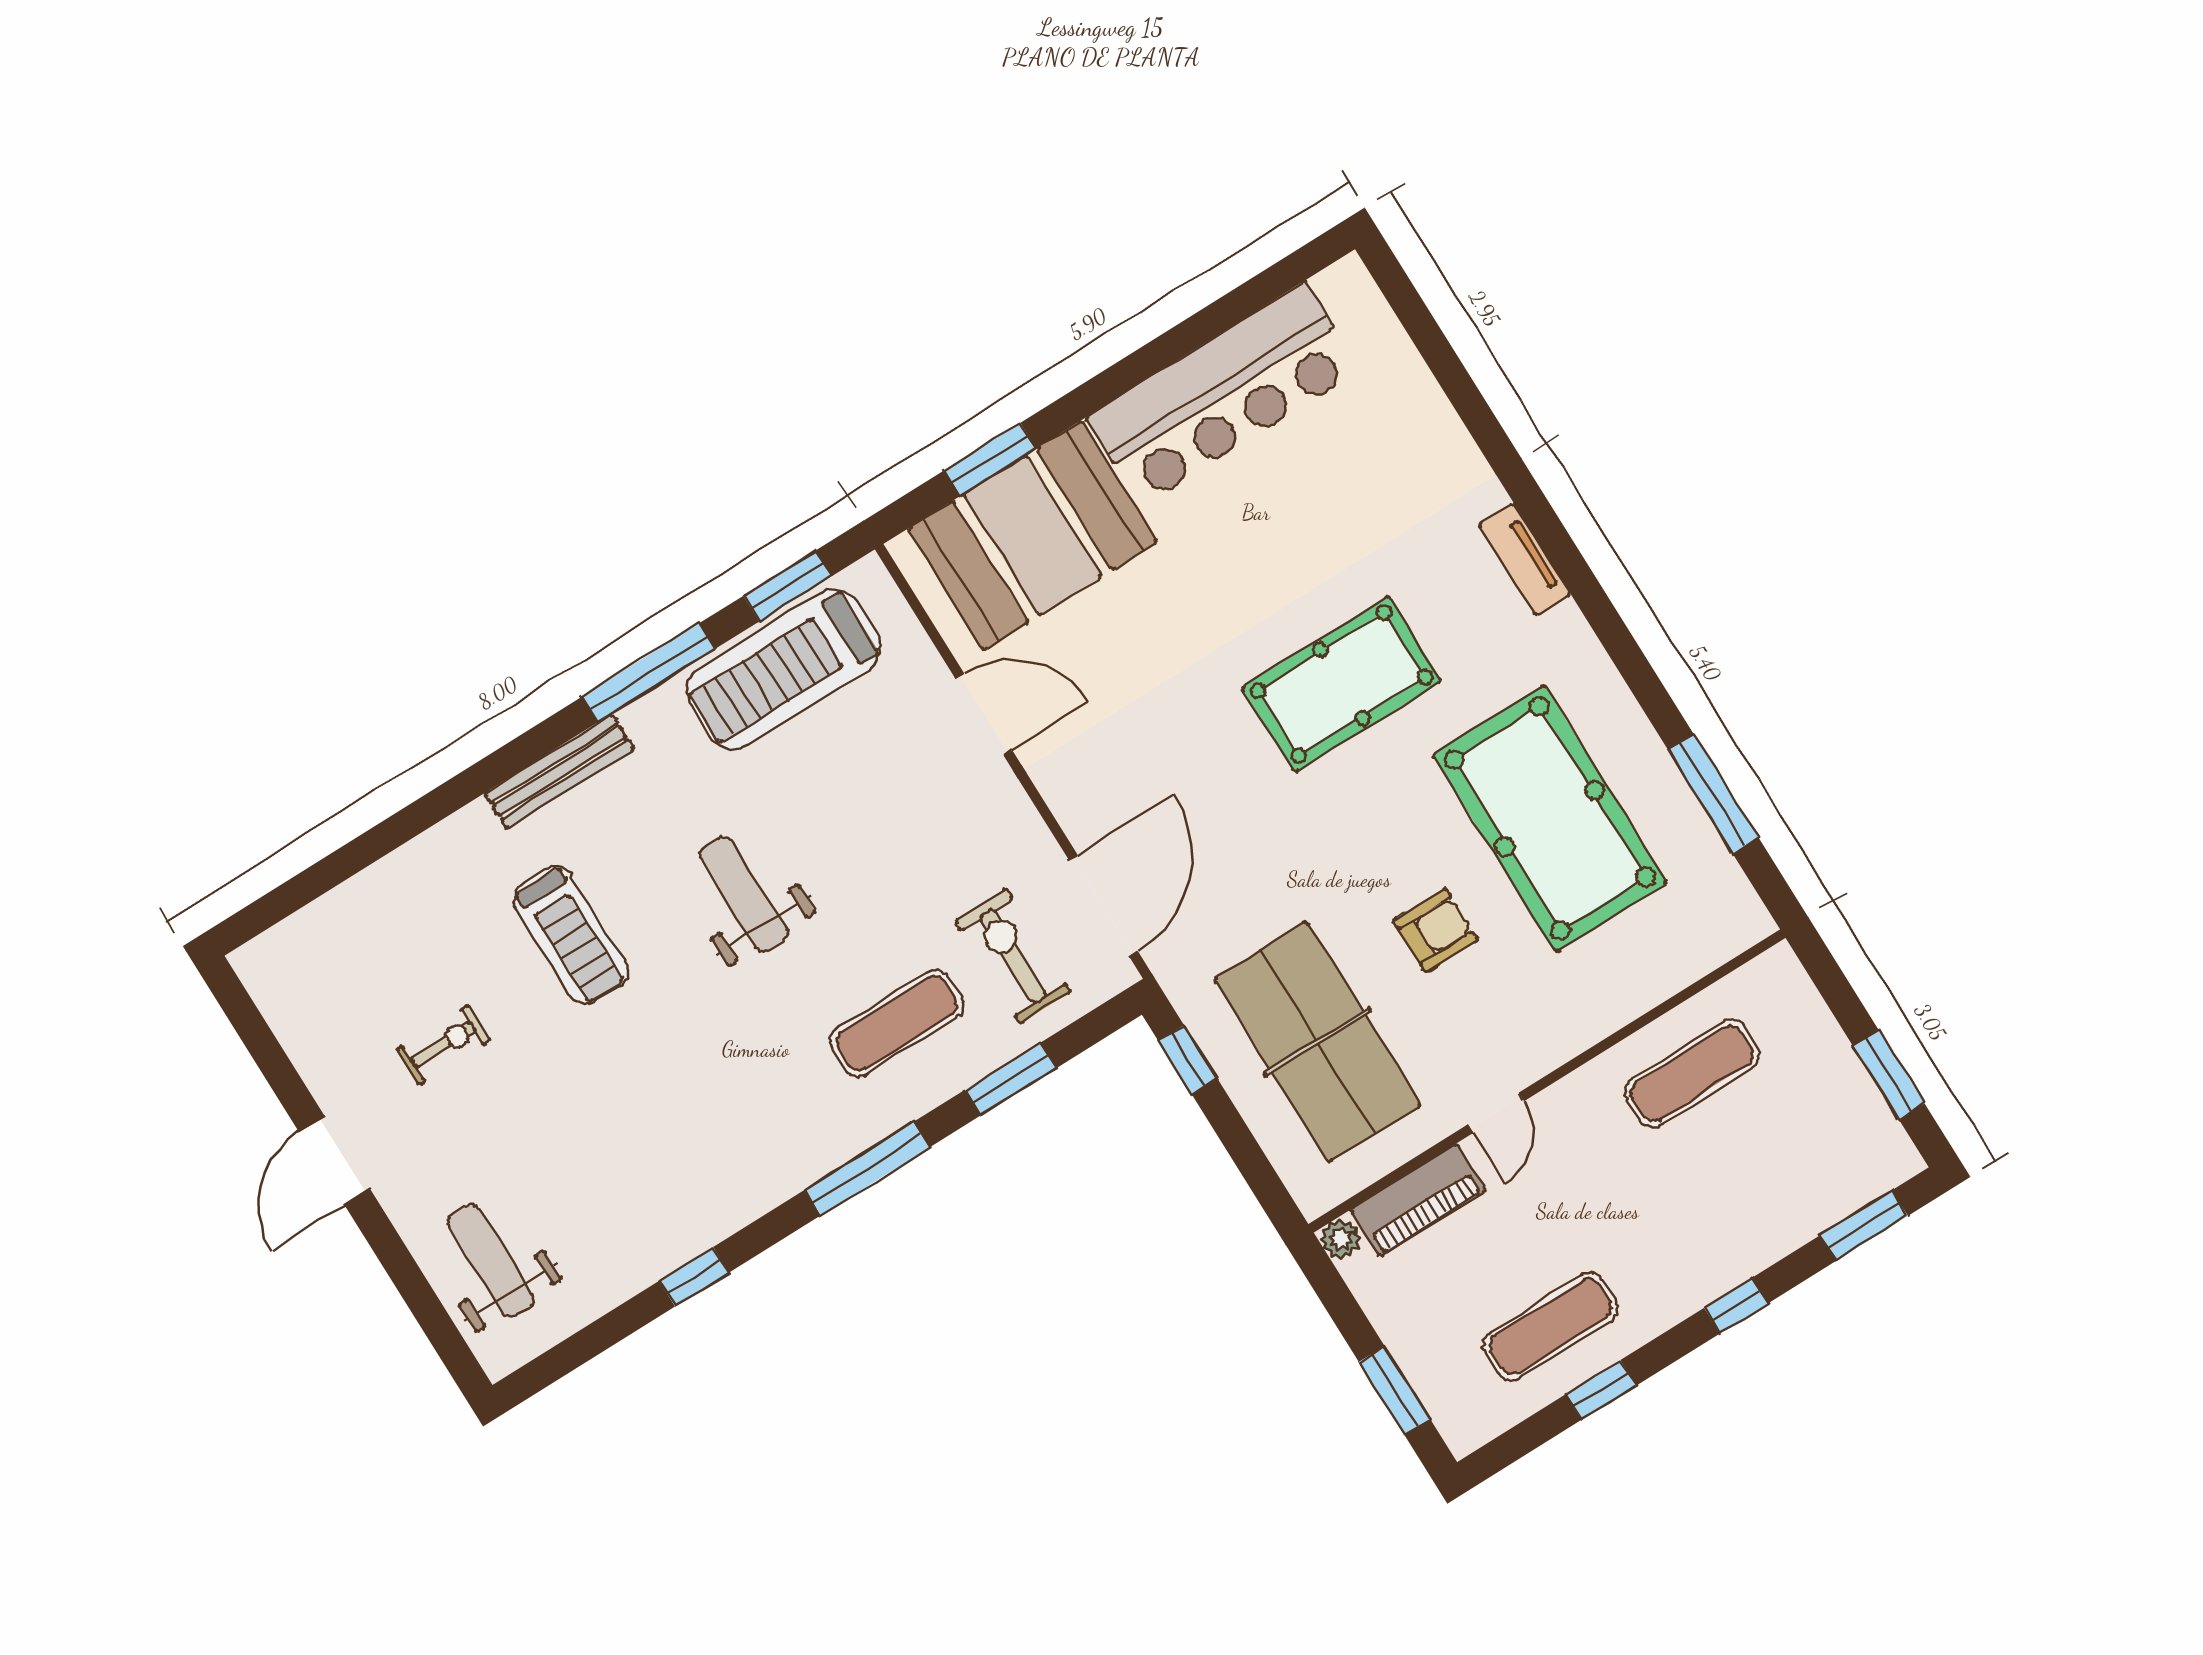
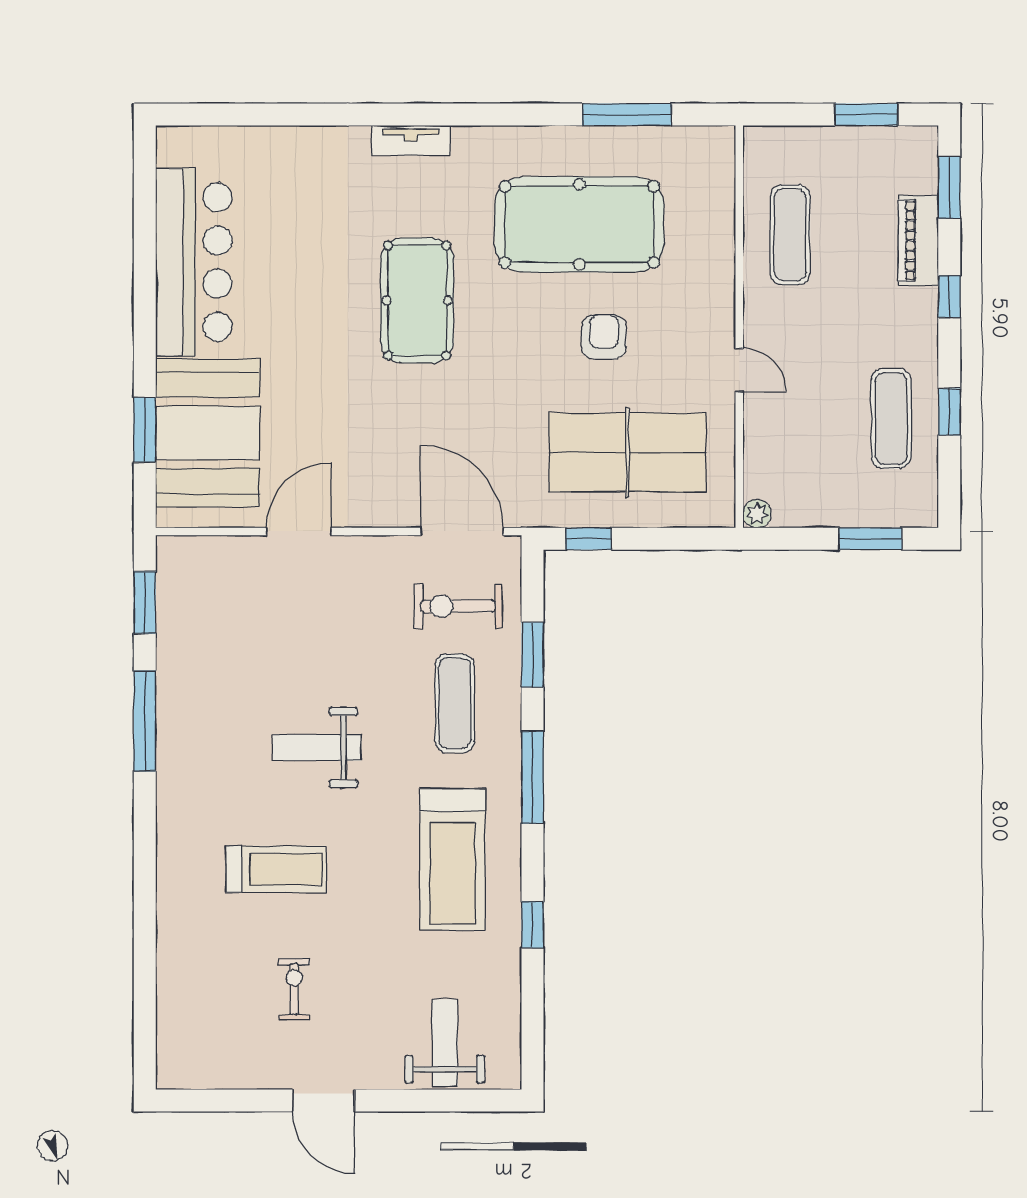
treadmill: (784, 669) -> (452, 859), moved
bench: (559, 771) -> (171, 814), removed
piano: (1418, 1200) -> (918, 240), moved, turned 180
weight bench: (491, 1261) -> (445, 1043), turned 90

